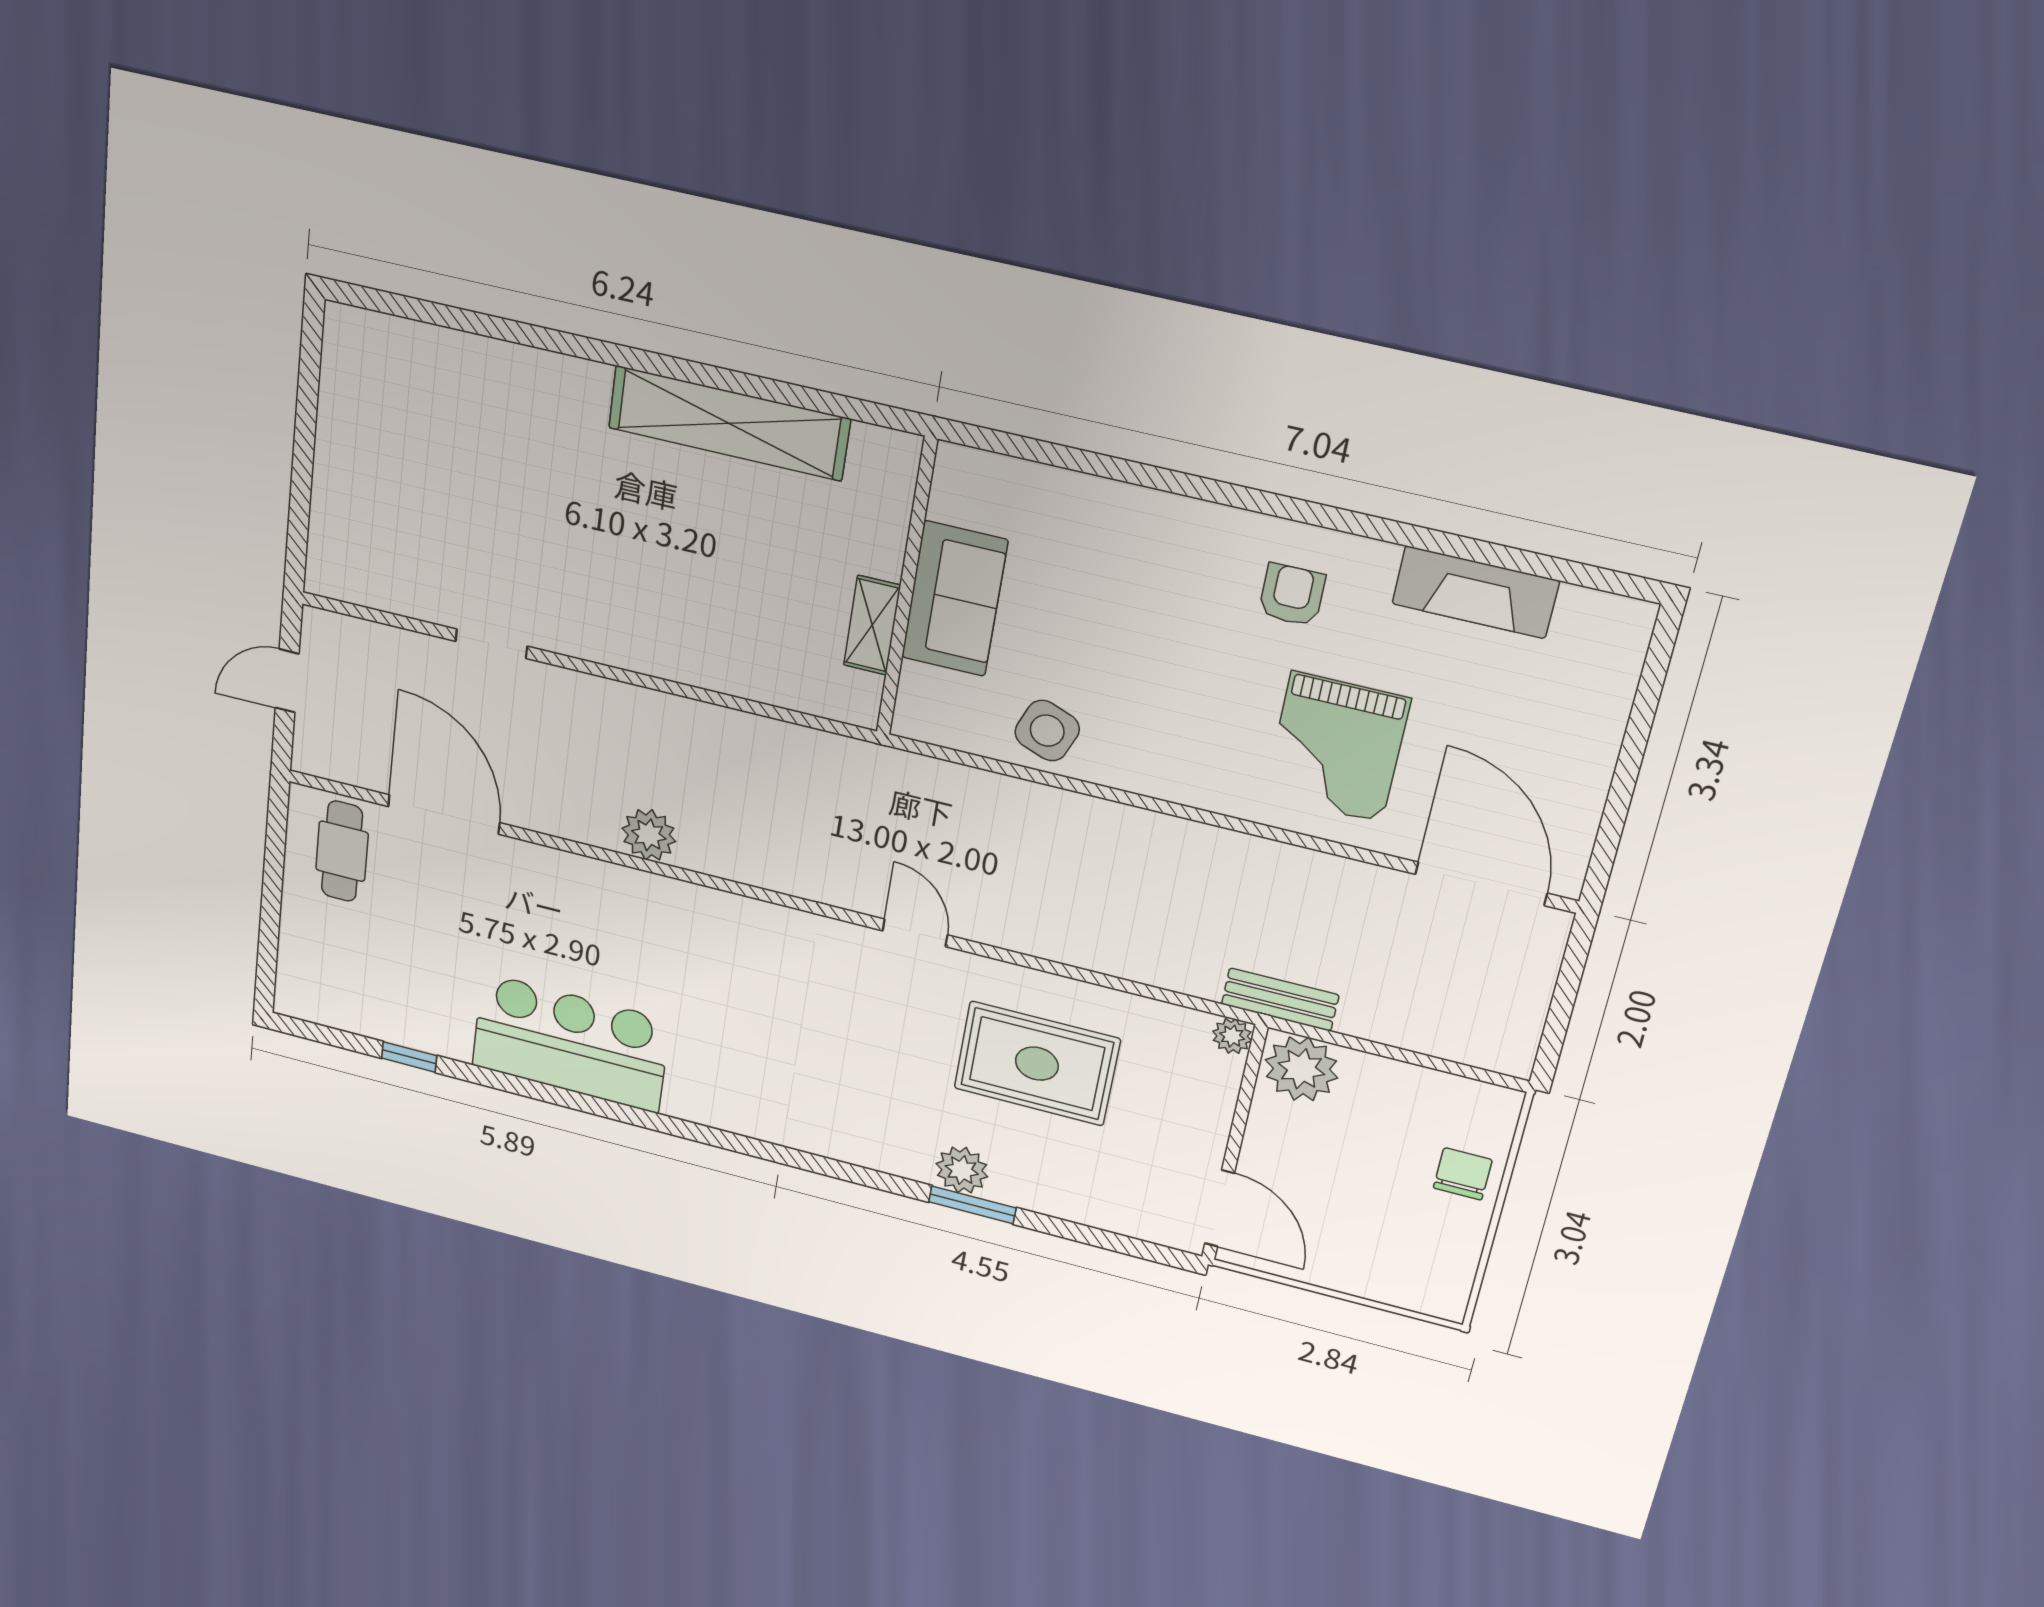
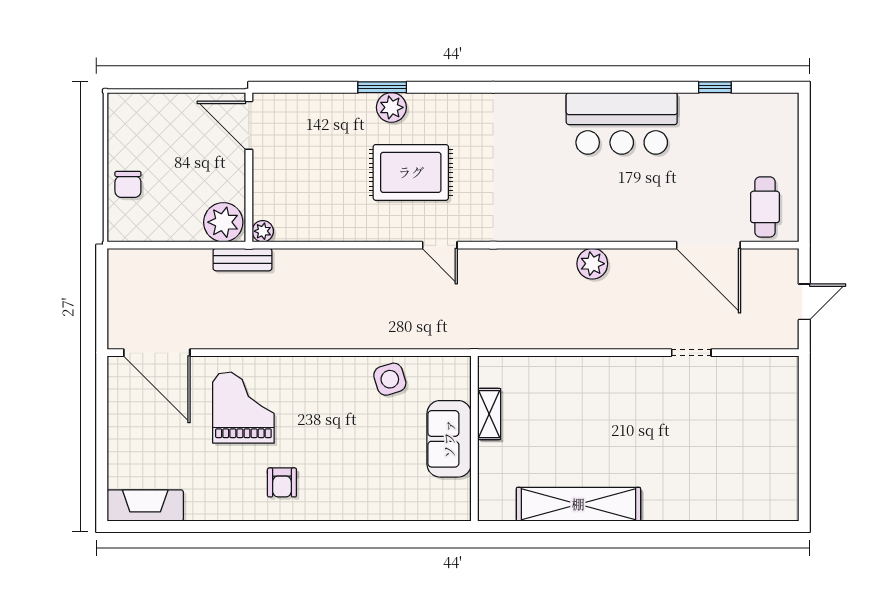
fireplace: (1475, 592) -> (145, 505), moved
side table: (1047, 731) -> (390, 379), turned -38
rug: (1037, 1064) -> (411, 172), moved

